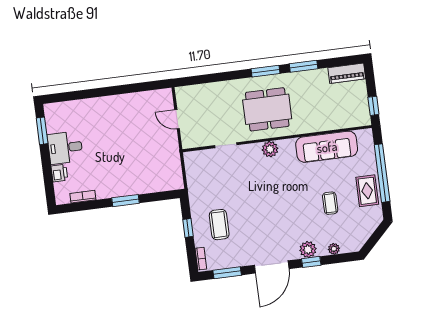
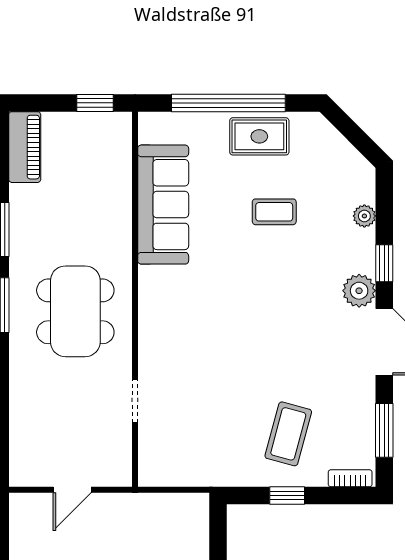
plant: (270, 149) -> (154, 316), removed
coffee table: (219, 225) -> (288, 434), turned -75
plant: (308, 249) -> (359, 291), moved

